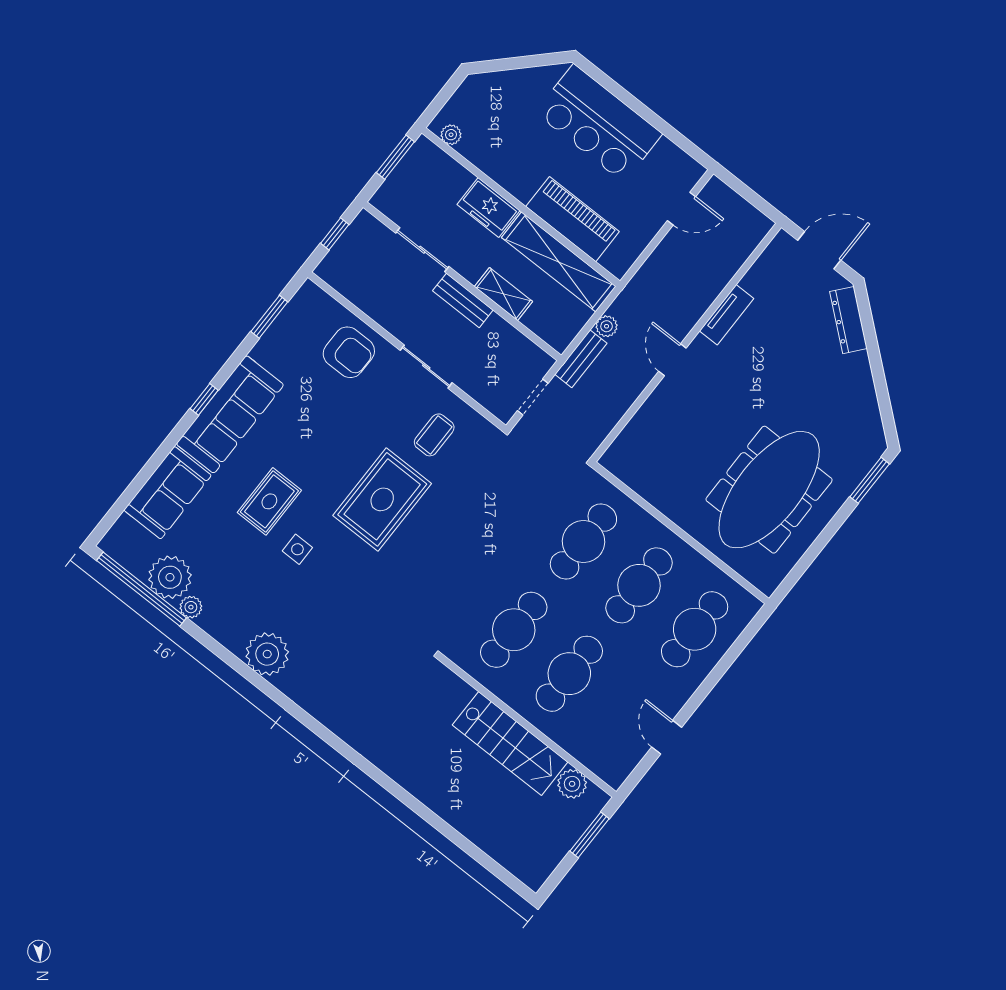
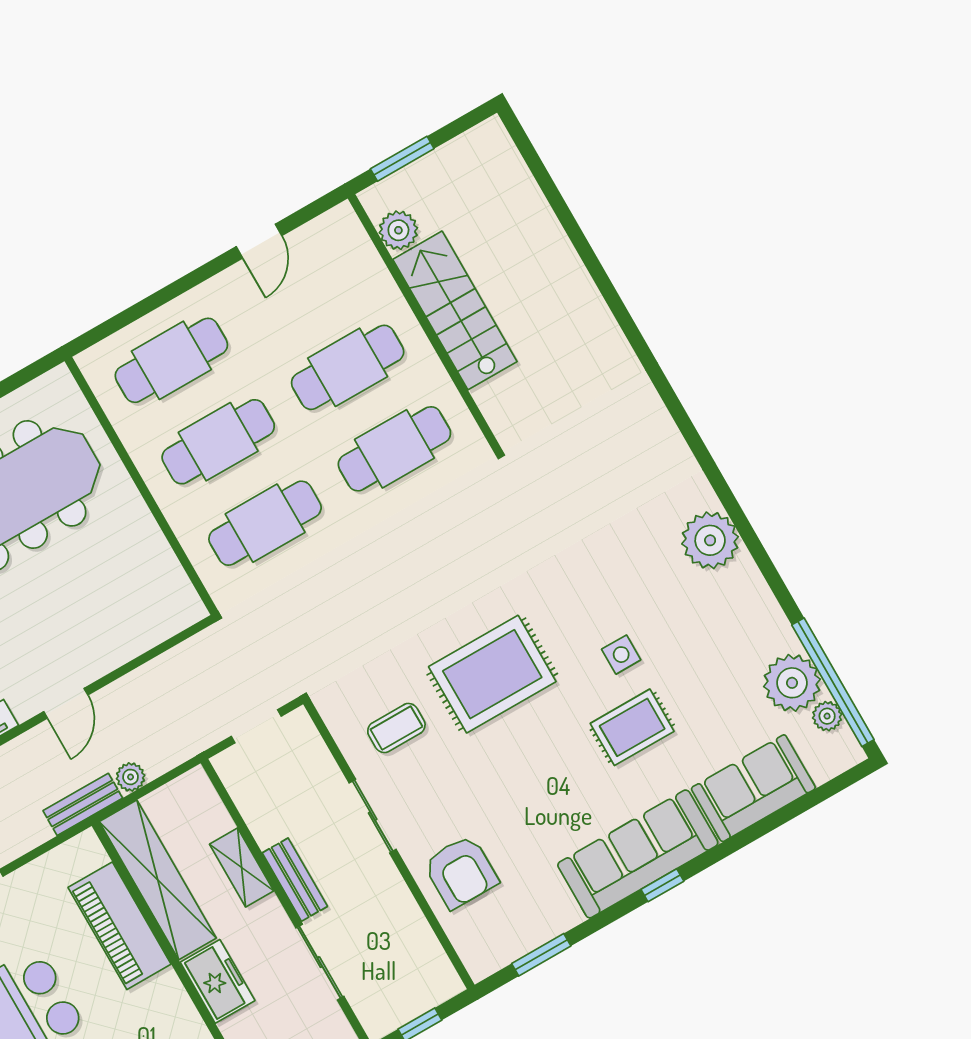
armchair: (349, 352) -> (461, 872), turned 180
bench: (581, 359) -> (83, 804), moved
plant: (191, 607) -> (827, 716), moved

